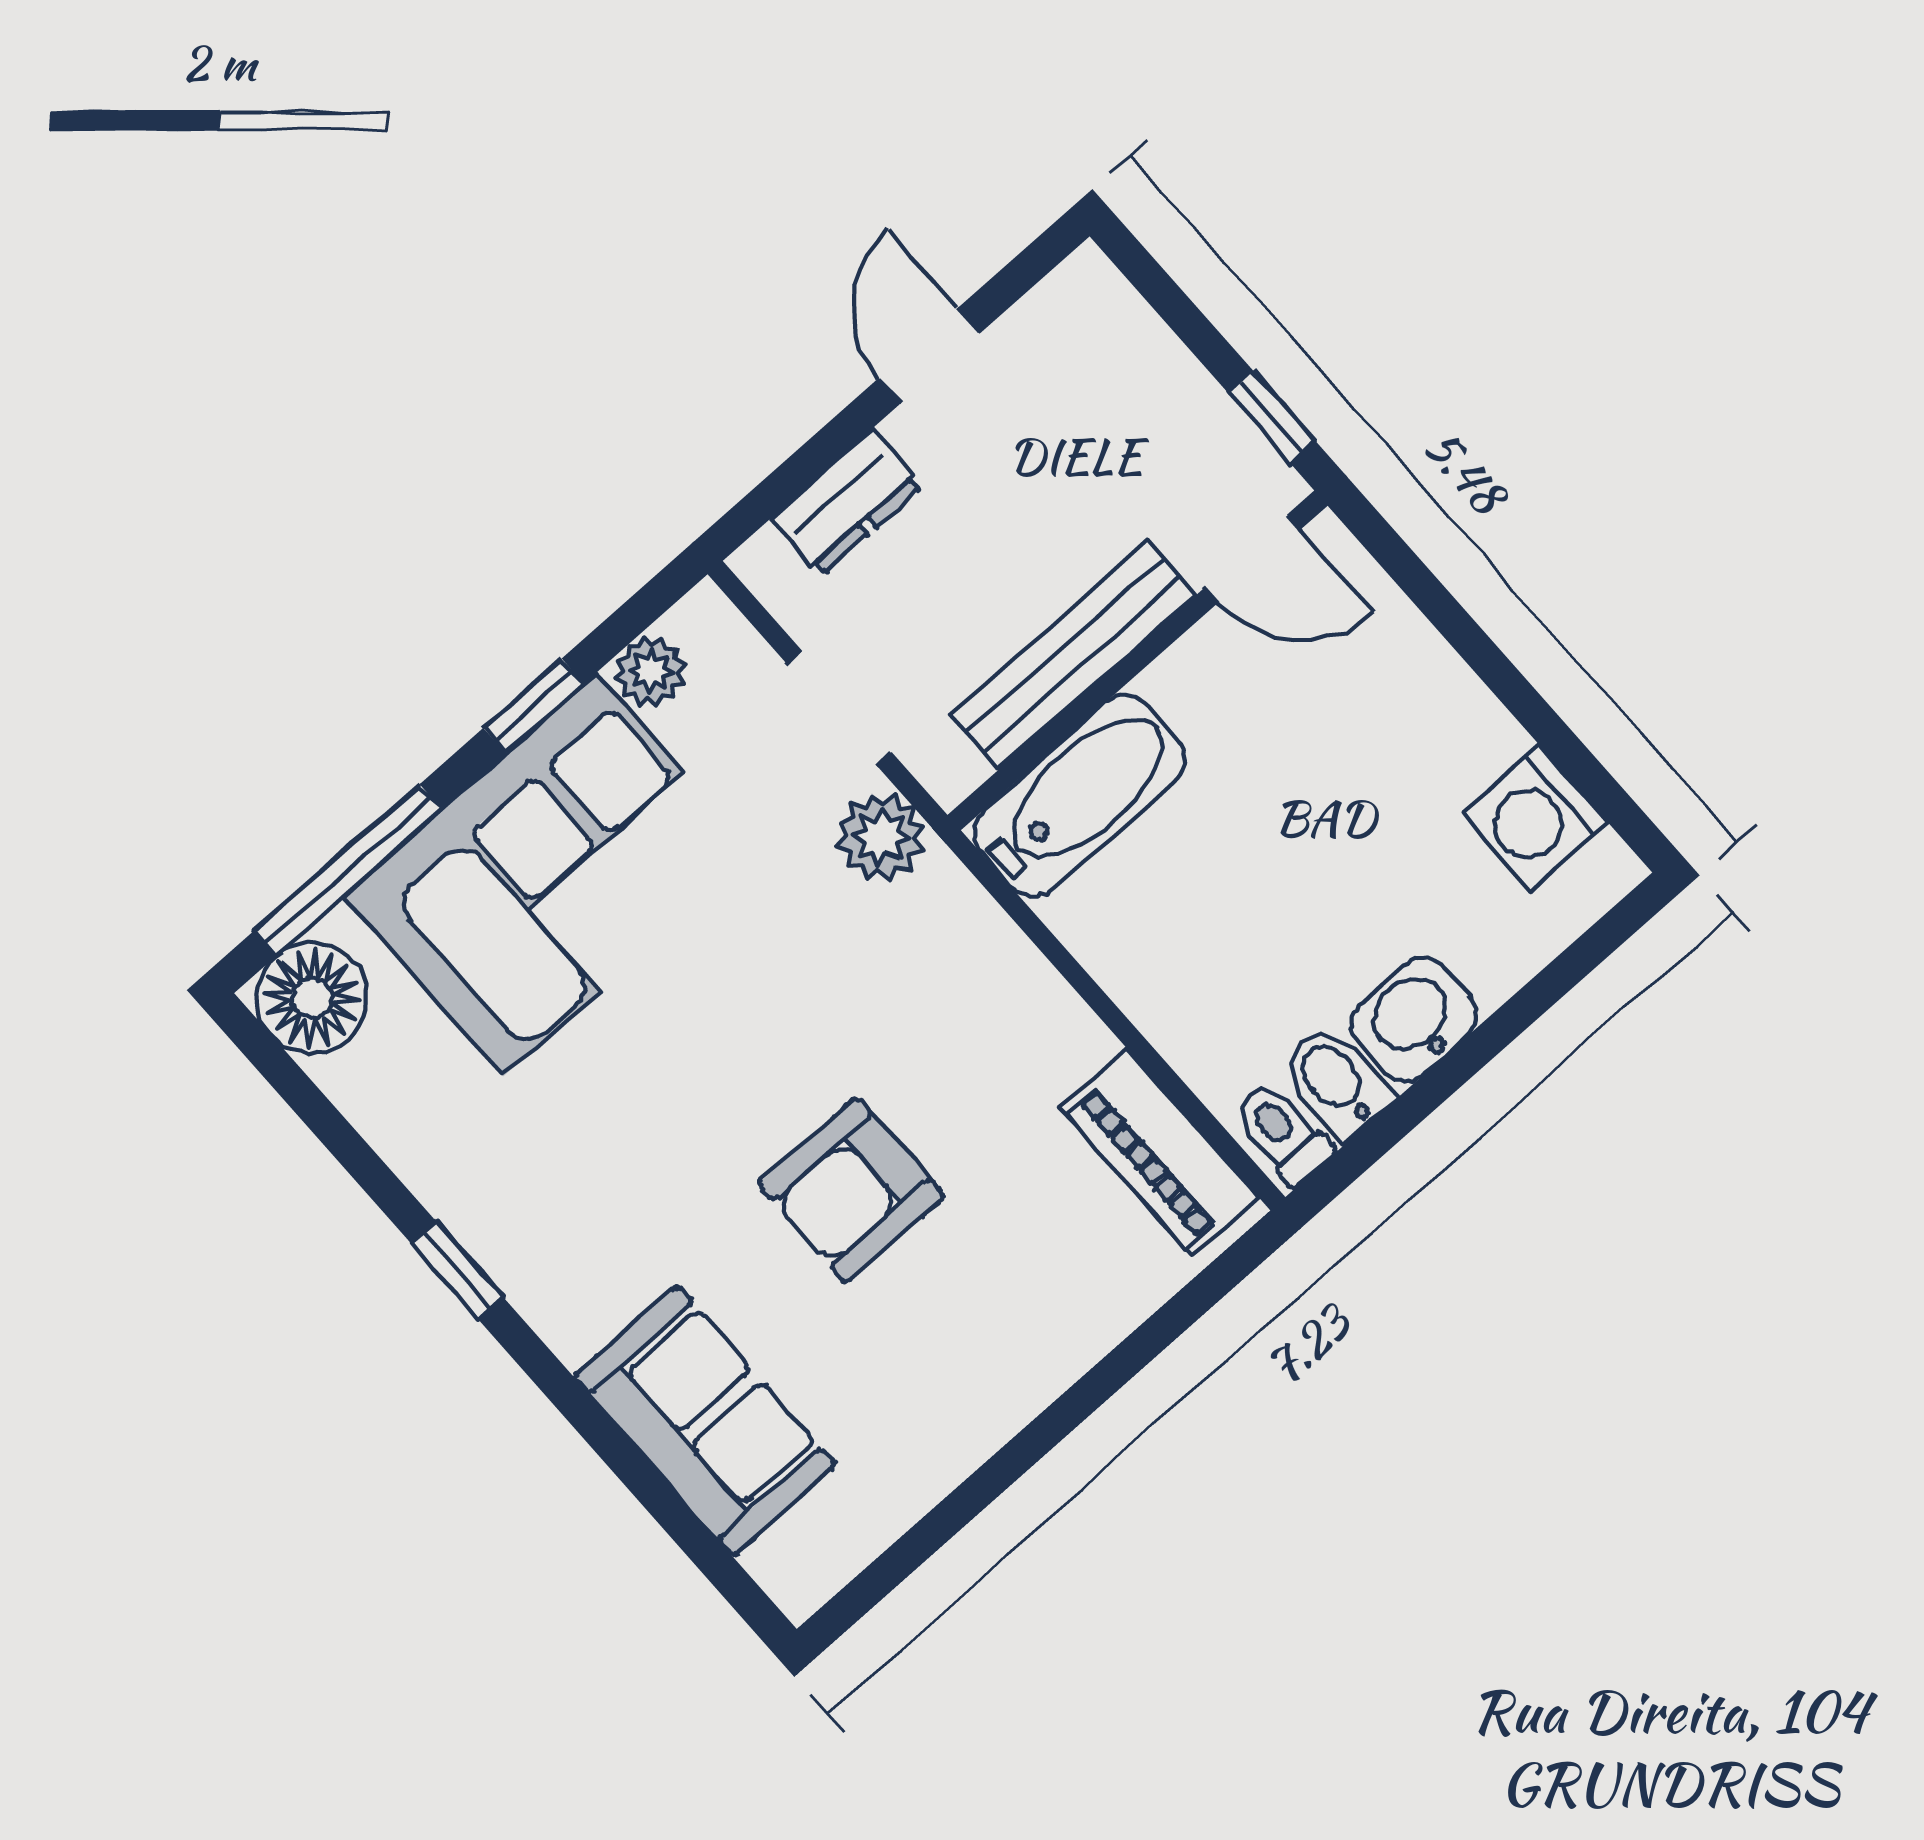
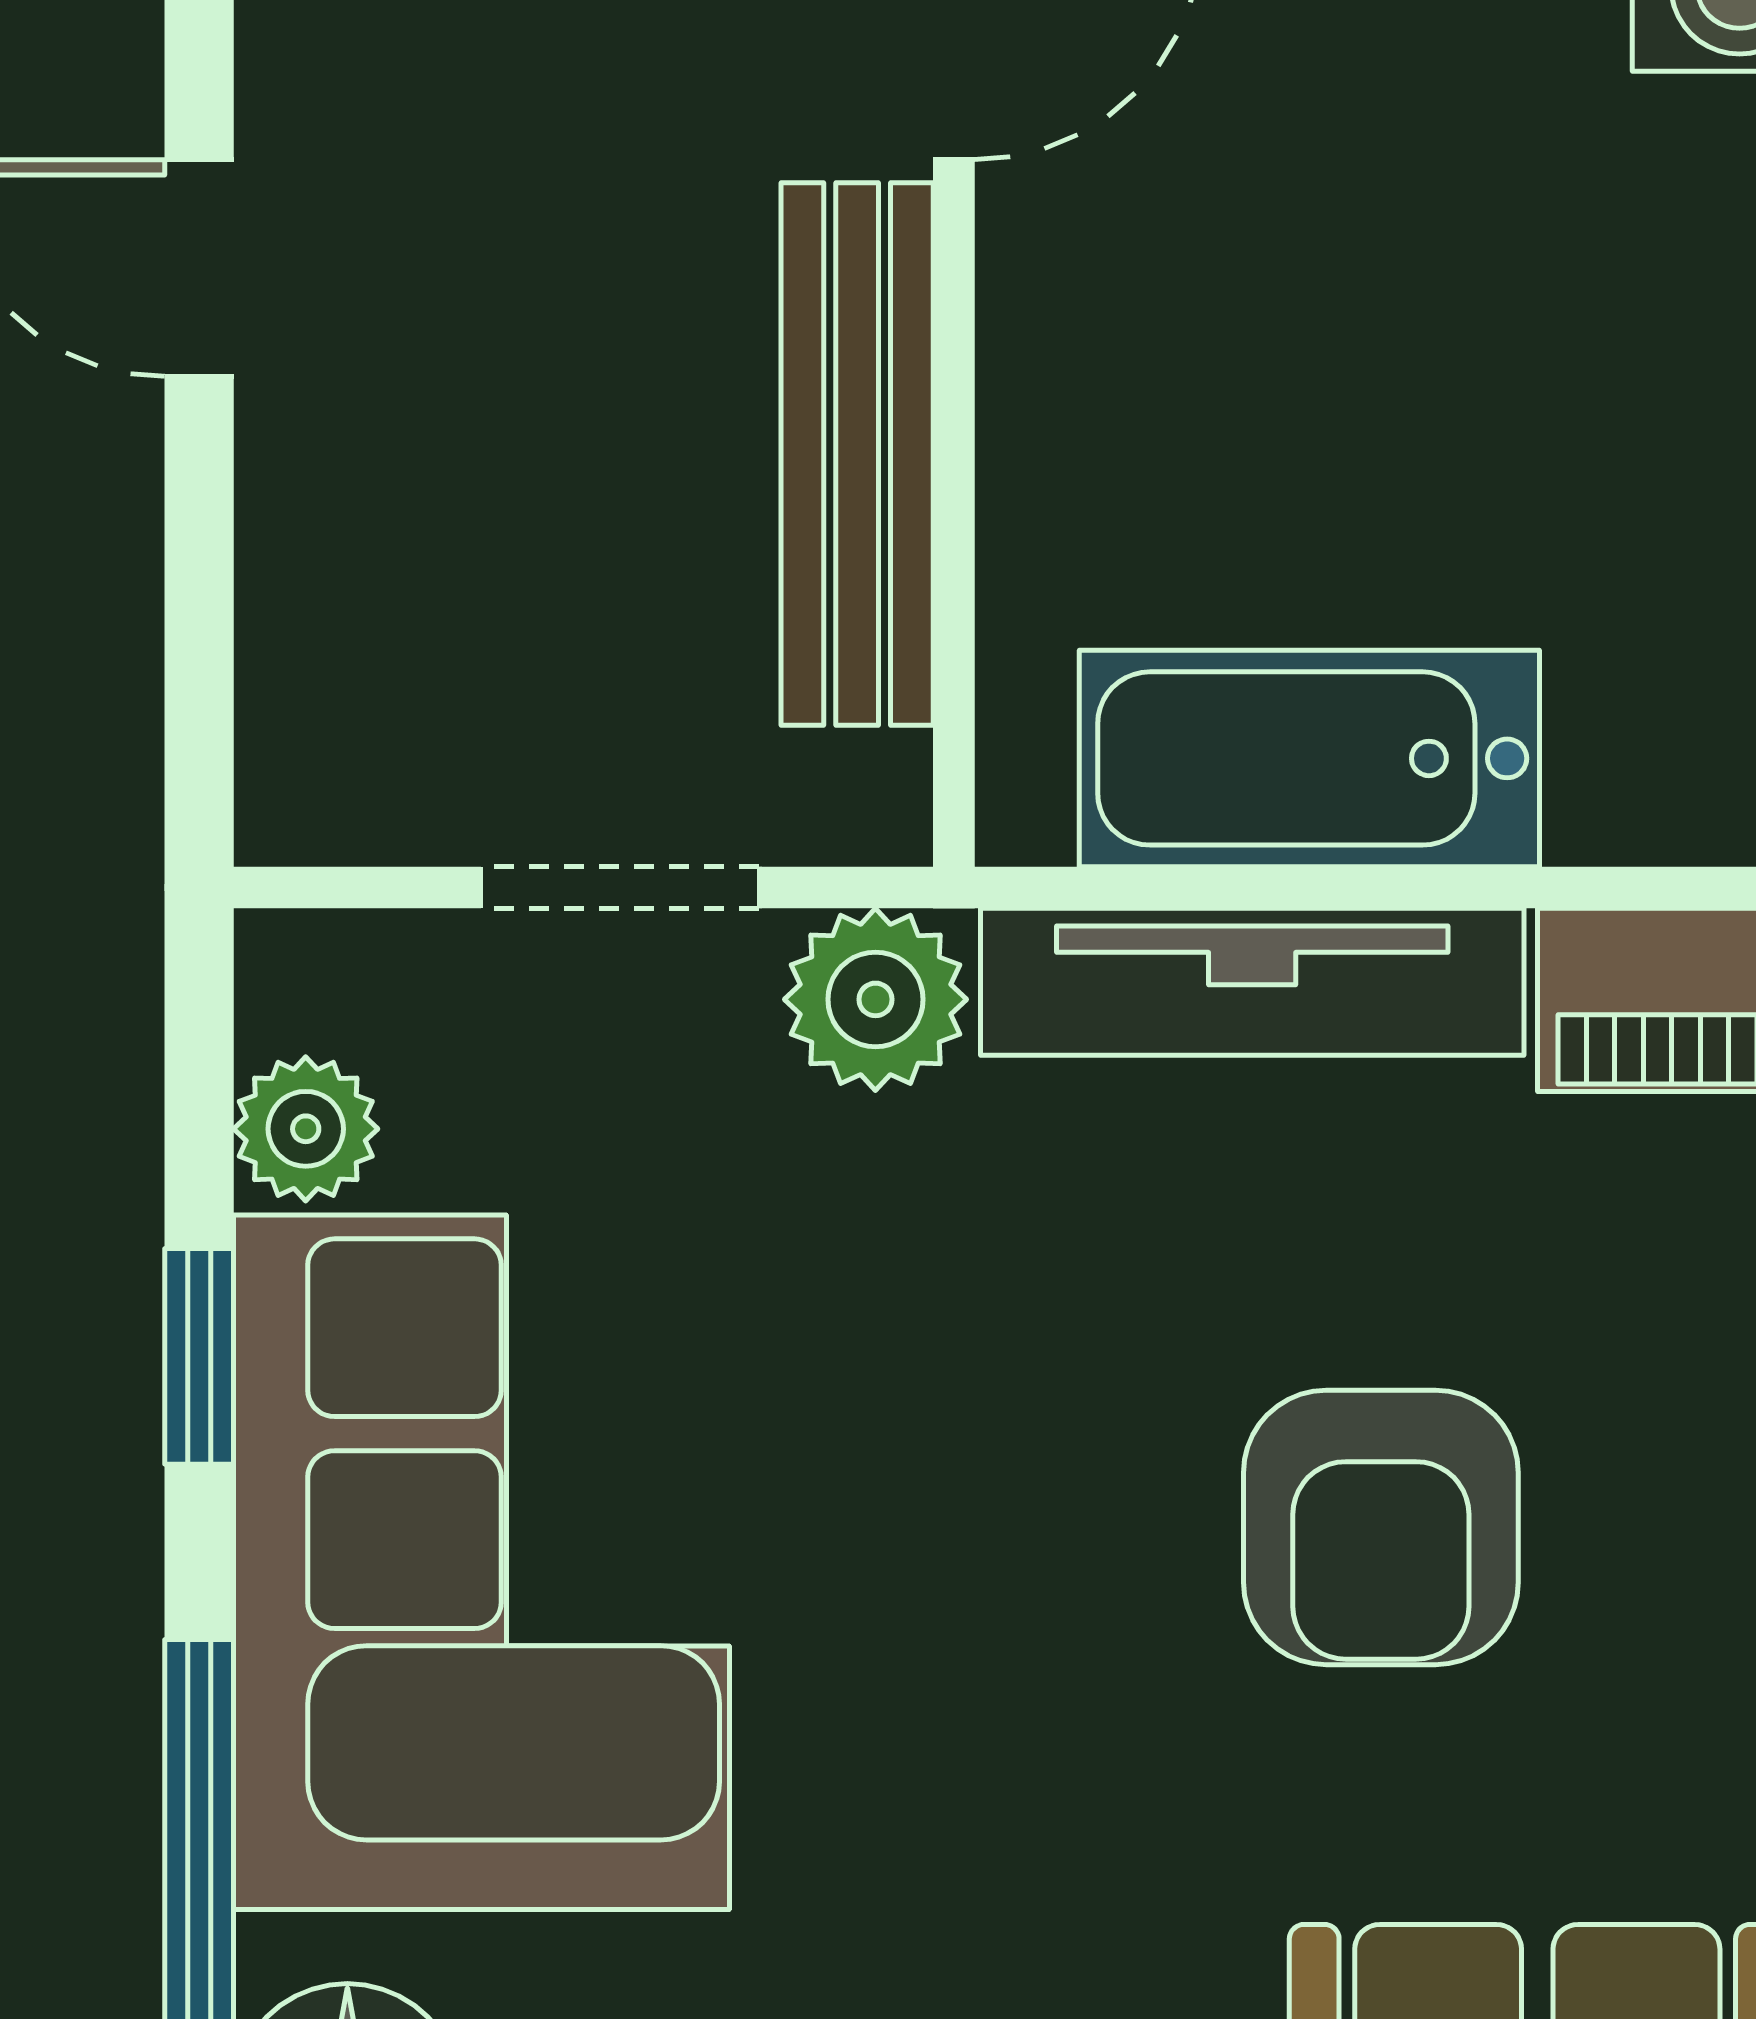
dresser: (847, 502) -> (312, 595), removed
bathtub: (1079, 796) -> (1309, 758), moved, turned -90
tv unit: (1008, 968) -> (1252, 982), added

